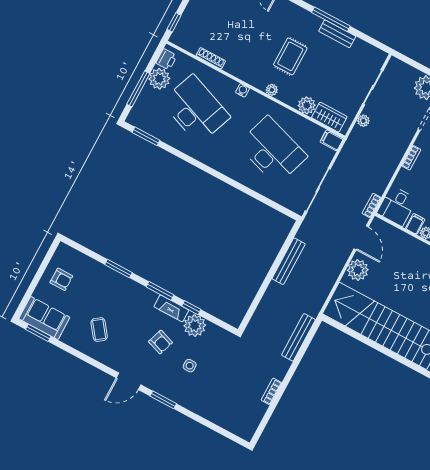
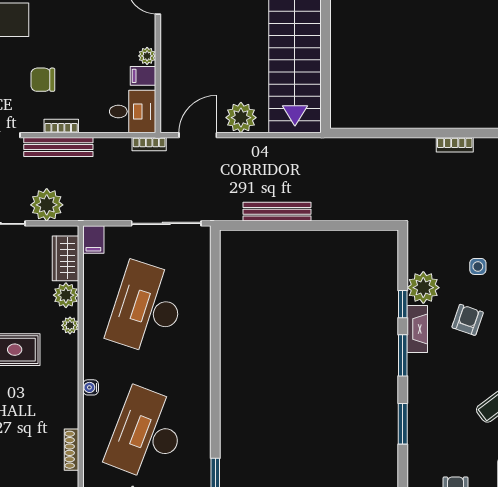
plant: (272, 90) -> (70, 325), moved
plant: (363, 121) -> (47, 205), width x1.88, depth x1.88
bench: (298, 337) -> (58, 147), moved

